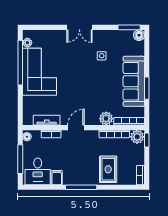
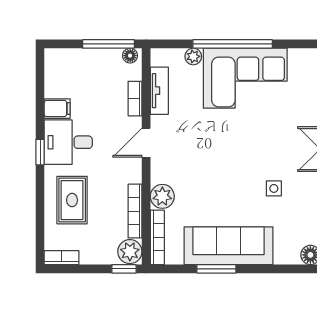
plant: (27, 43) -> (193, 56), moved
window: (20, 63) -> (233, 44), moved
door: (76, 128) -> (146, 143), swing flipped
window: (20, 159) -> (108, 44), moved
rug: (108, 169) -> (72, 200), turned 90
desk: (38, 171) -> (68, 142), moved
window: (81, 187) -> (40, 152), width x0.46

